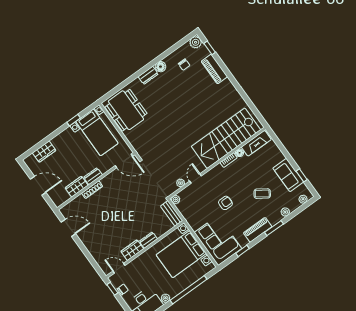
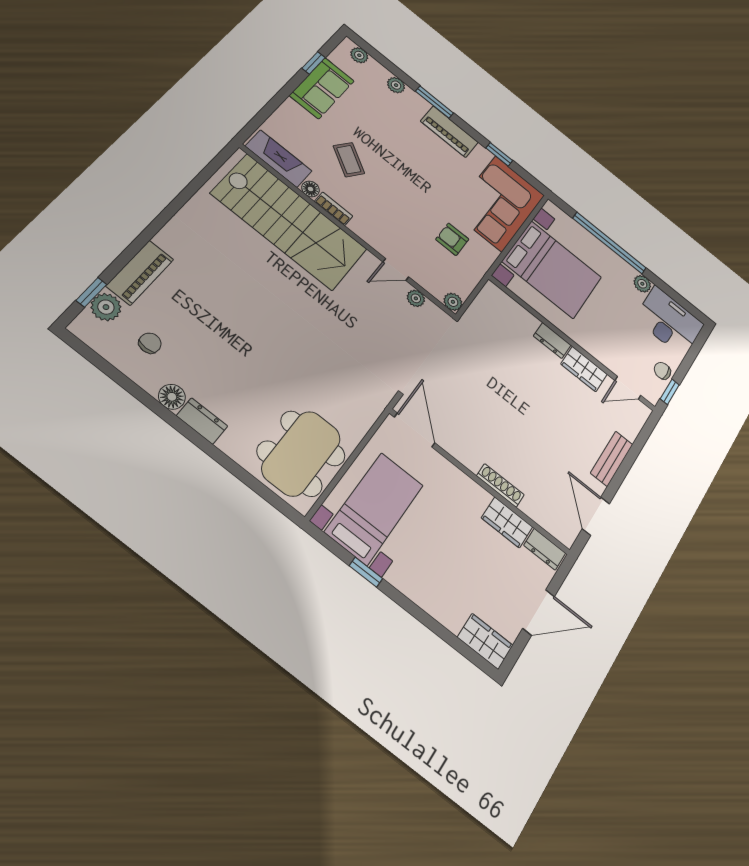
plant: (196, 42) -> (106, 307), moved
wardrobe: (44, 152) -> (485, 641), moved
dresser: (93, 176) -> (545, 549), moved
door: (38, 186) -> (539, 612), swing flipped
coffee table: (262, 194) -> (349, 160), moved
armchair: (225, 203) -> (452, 239), moved
bench: (172, 213) -> (612, 459), moved
door: (119, 268) -> (628, 388), hinge flipped

